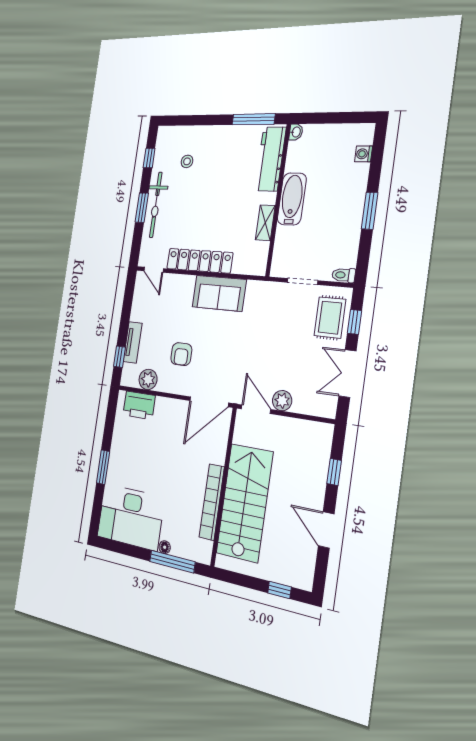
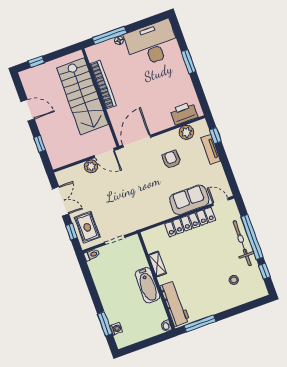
window: (142, 208) -> (252, 237), width x2.11
window: (370, 211) -> (105, 324), moved
sofa: (219, 293) -> (189, 200), moved

